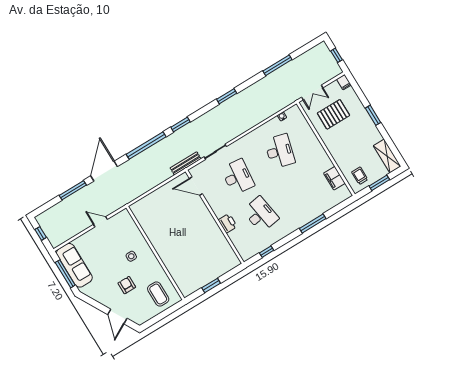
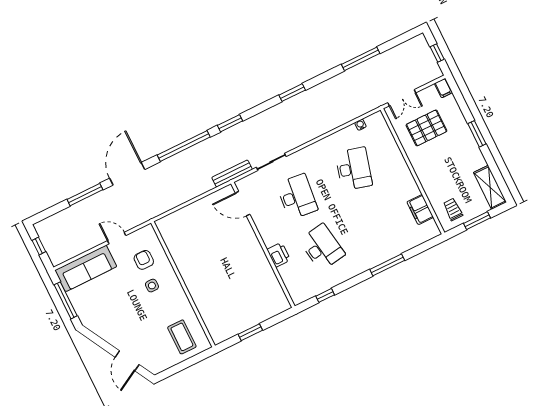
sofa: (74, 265) -> (86, 268), moved, turned 90
armchair: (127, 285) -> (144, 260), moved

